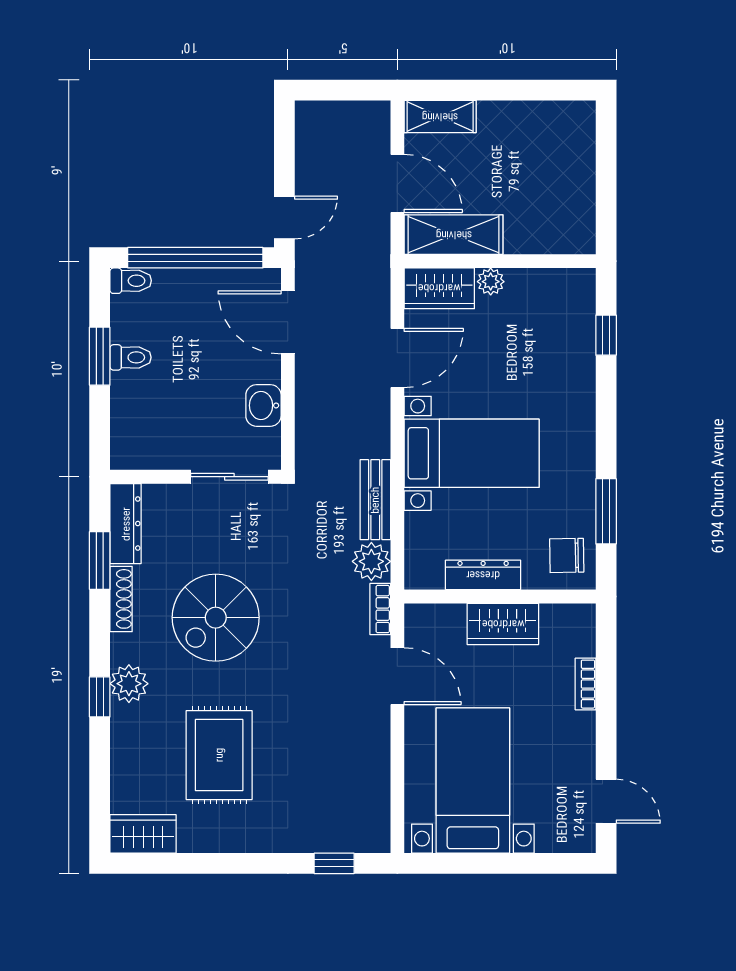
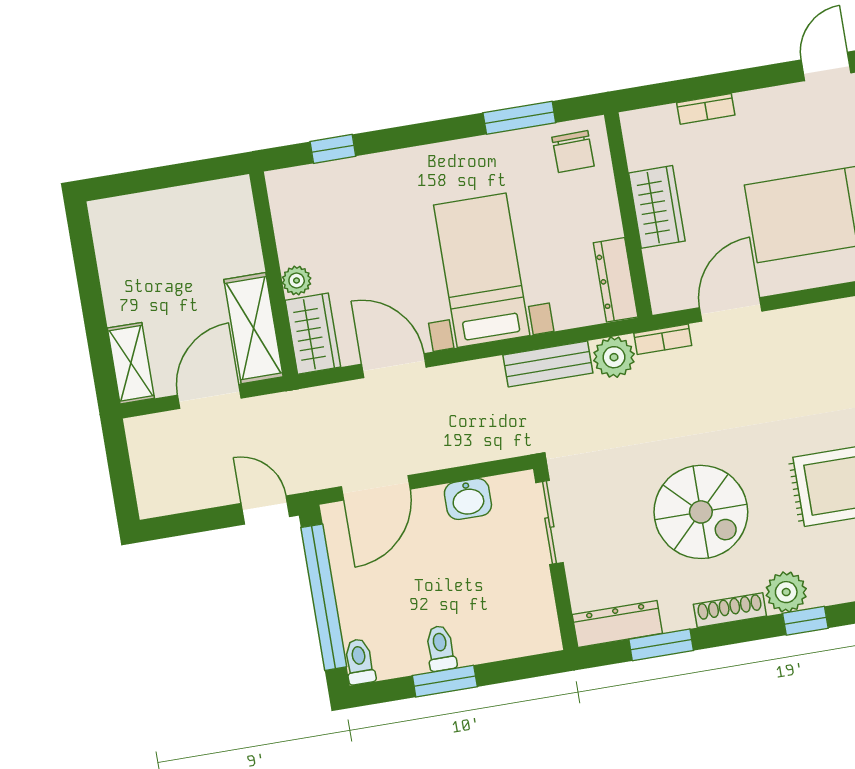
dresser: (483, 575) -> (616, 280), moved
shoe rack: (121, 599) -> (730, 610), moved

